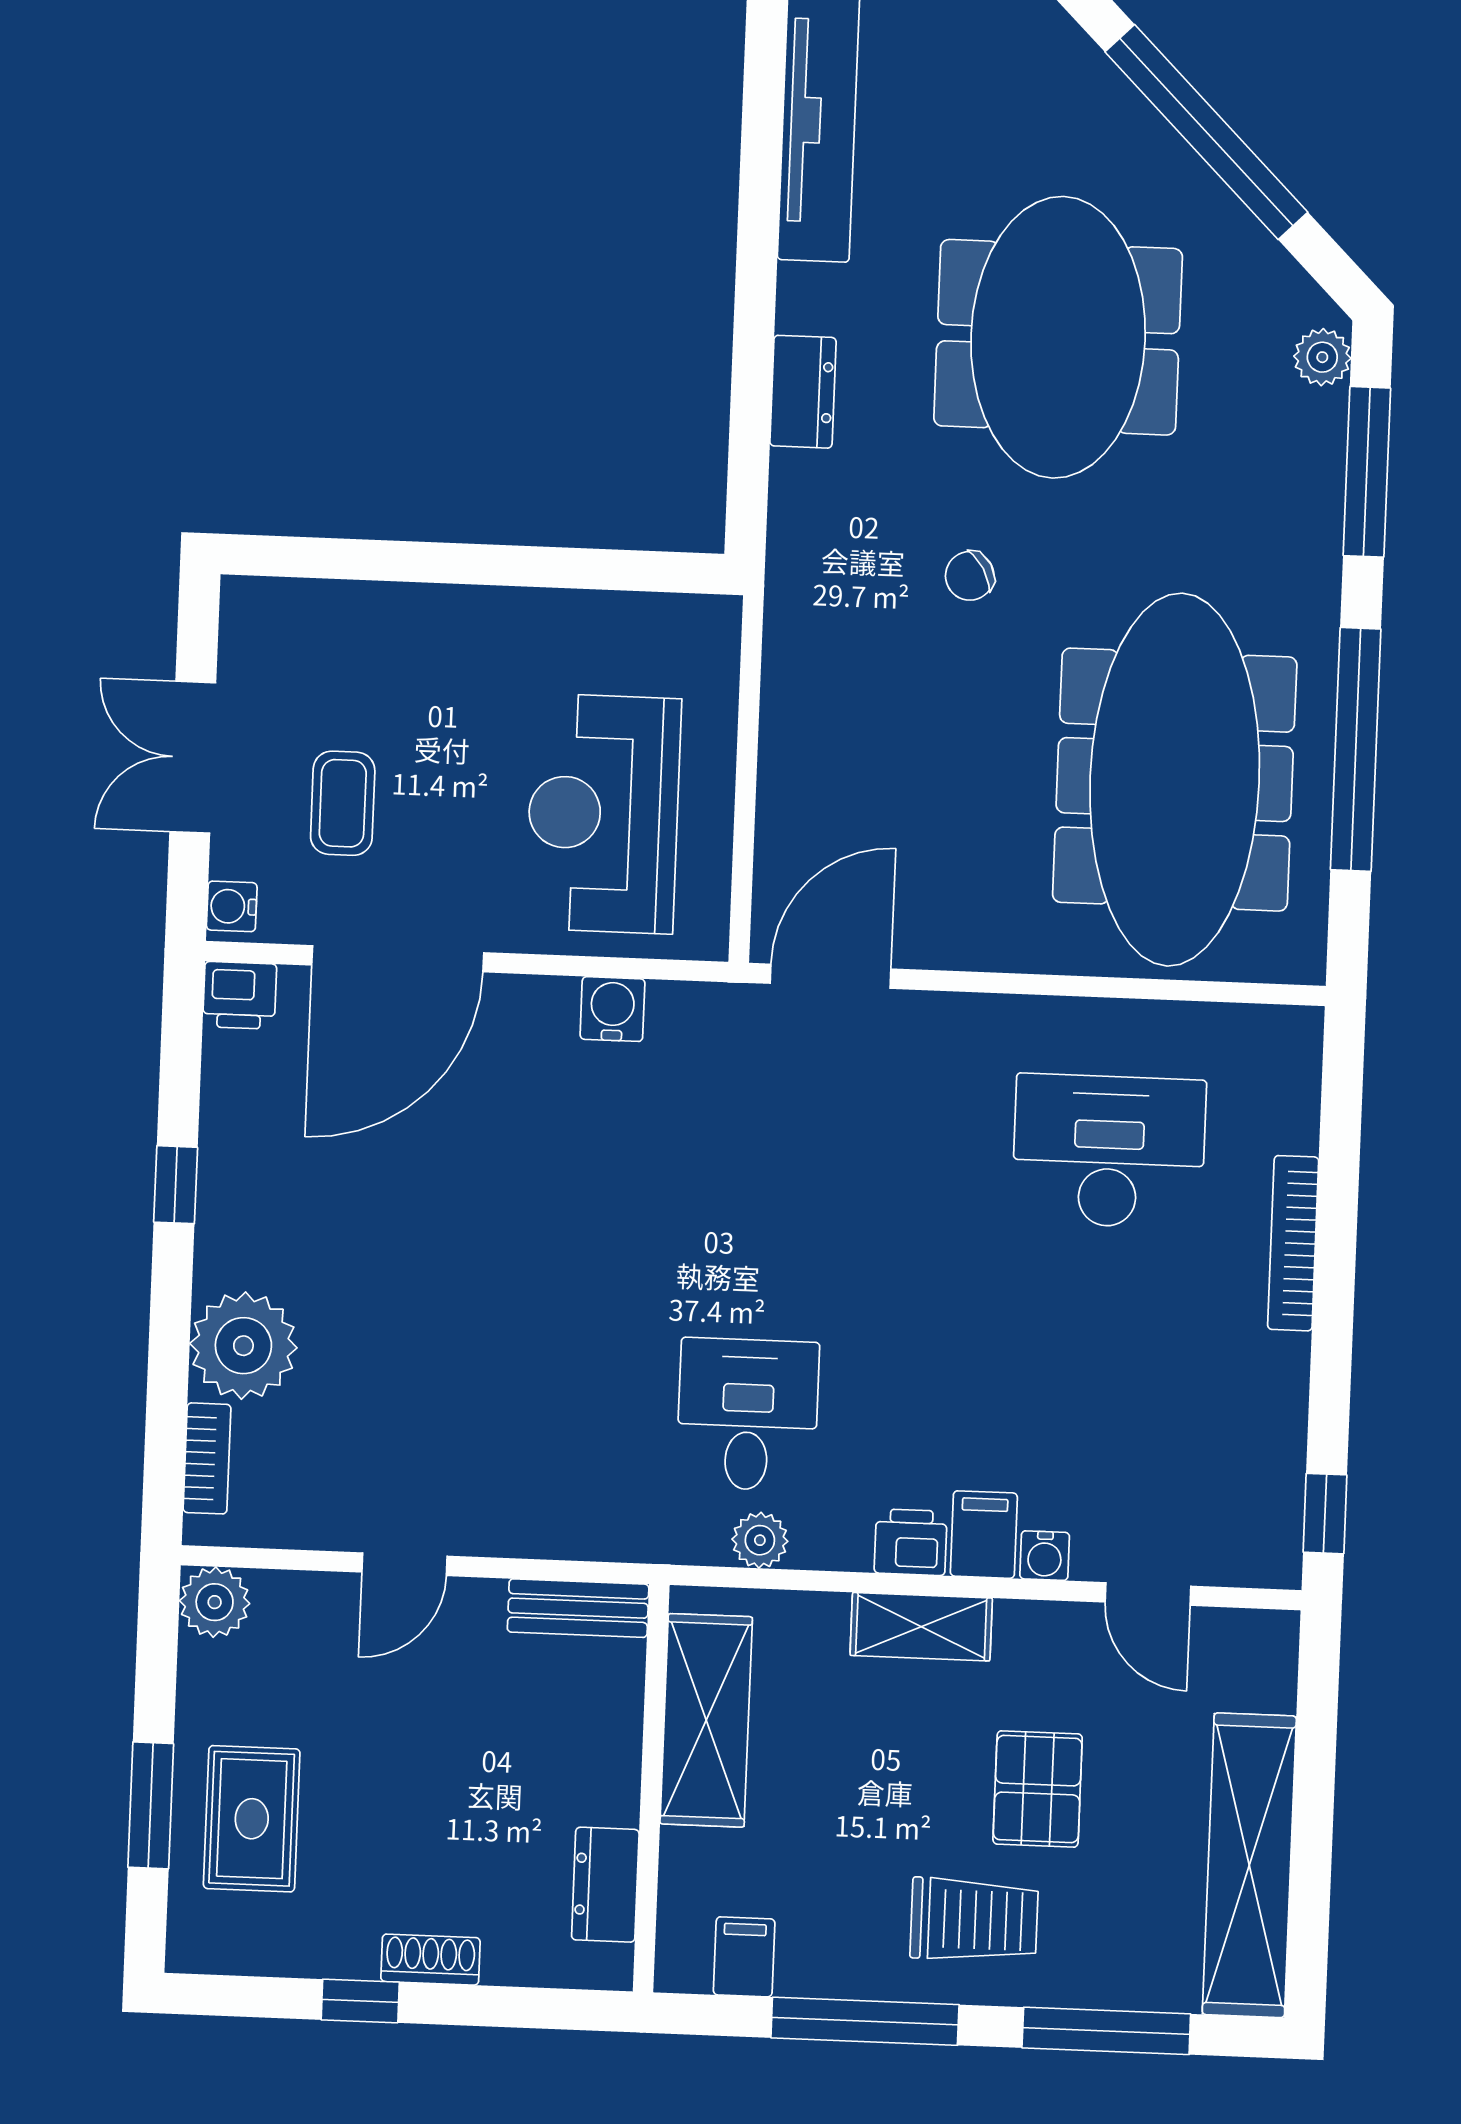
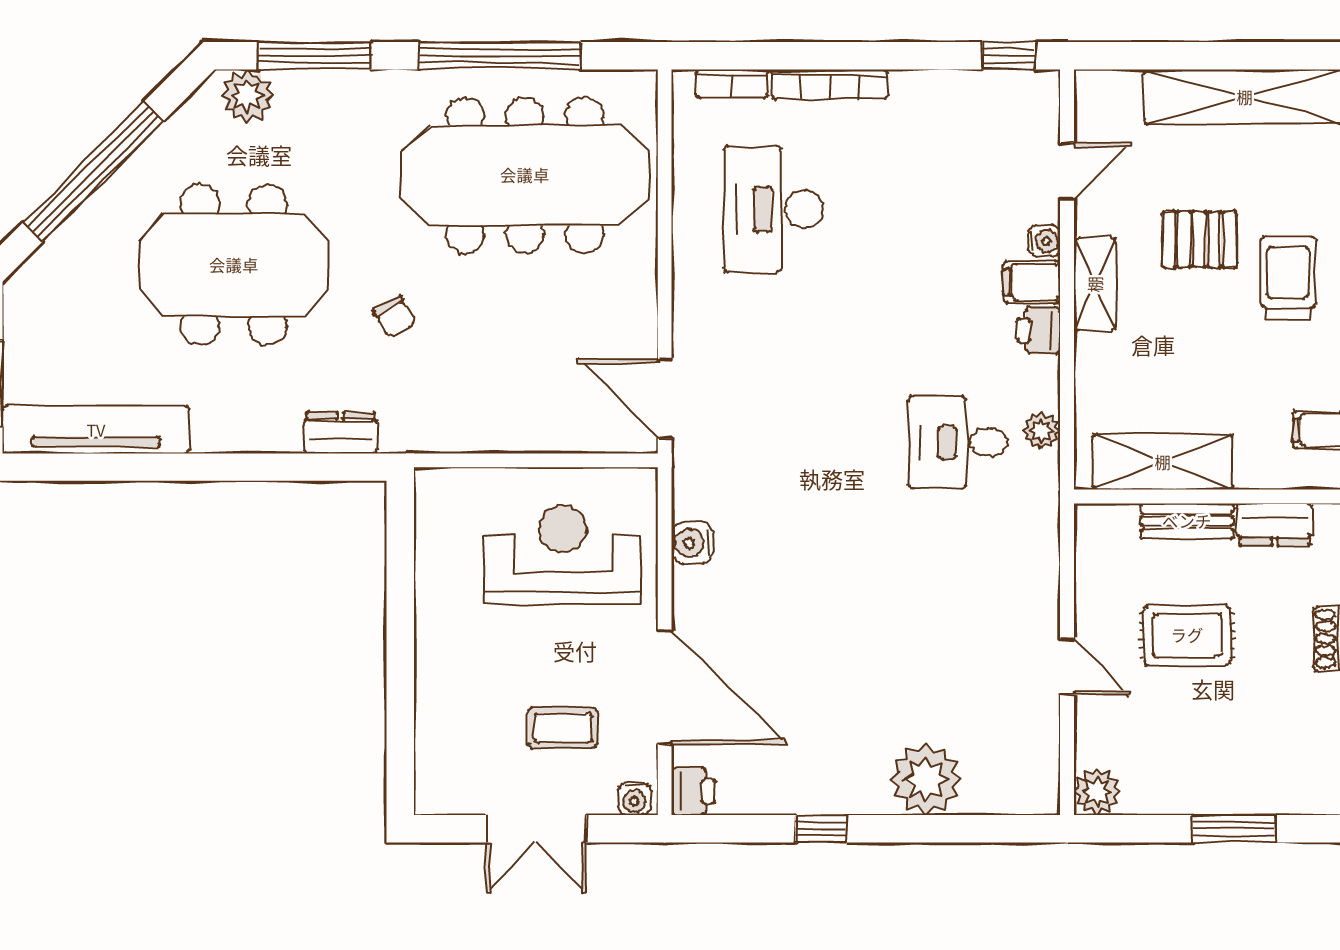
plant: (1322, 357) -> (247, 96), width x1.38, depth x1.38
dresser: (803, 392) -> (341, 433), moved
reception desk: (603, 814) -> (563, 554), turned 180
bookcase: (207, 1458) -> (732, 84), moved, turned 180
bench: (578, 1608) -> (1187, 521), moved, turned 90
shelving: (921, 1627) -> (1095, 284), moved
rug: (252, 1819) -> (1187, 635), moved

